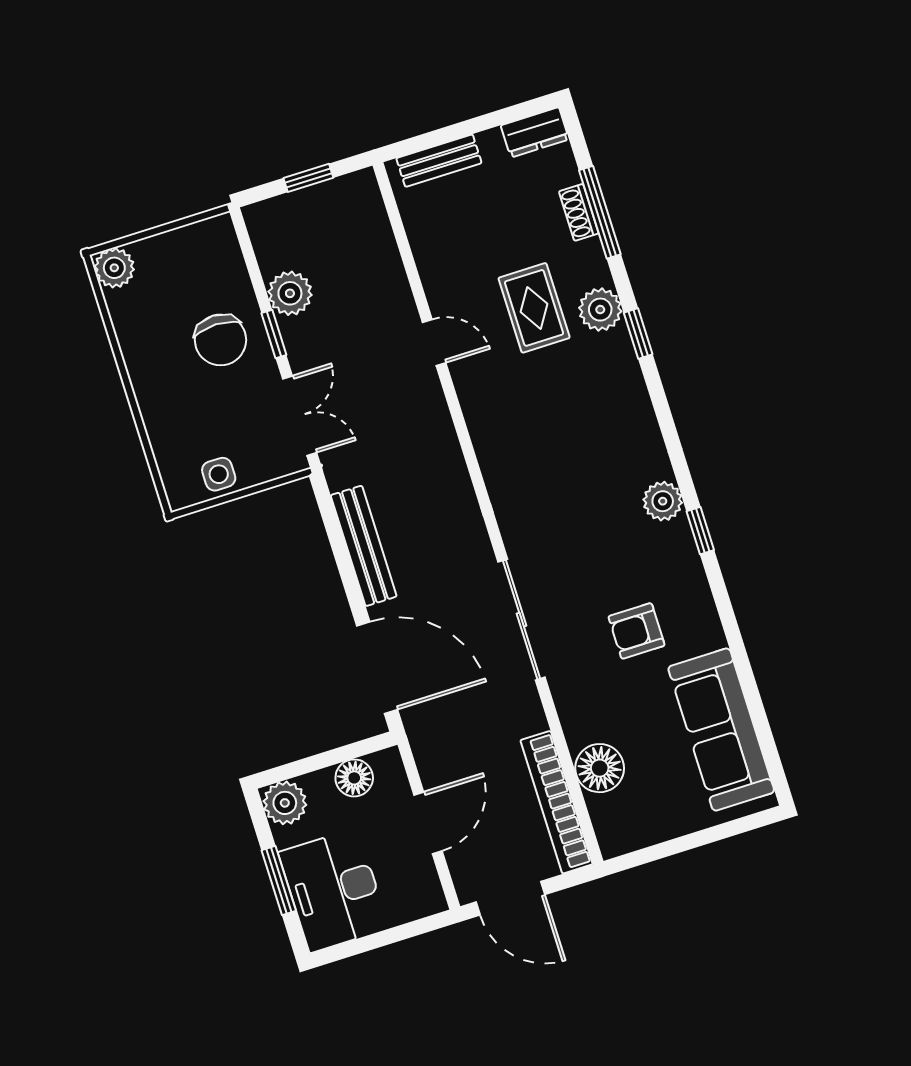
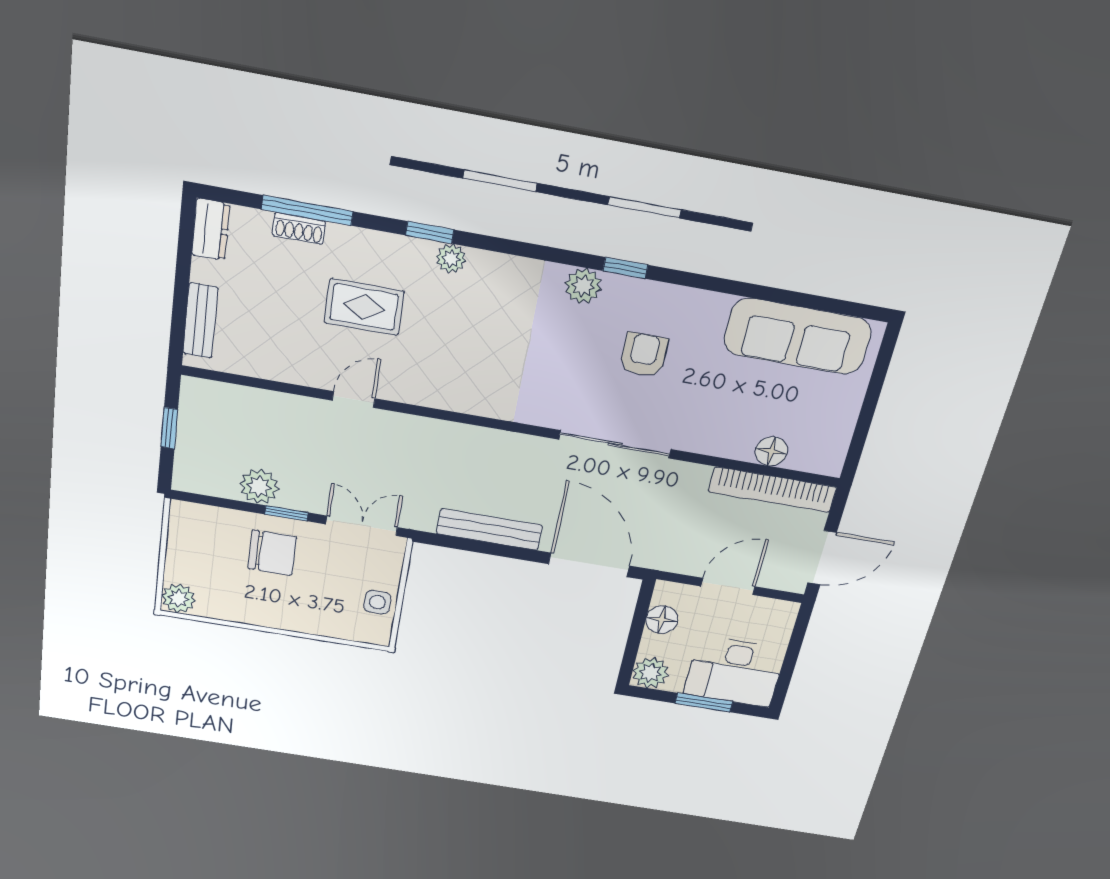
plant: (600, 310) -> (451, 258), moved, width x0.73, depth x0.73
armchair: (637, 631) -> (644, 355), moved, turned 180
door: (377, 668) -> (589, 565), hinge flipped
floor lamp: (600, 768) -> (771, 451), width x0.73, depth x0.73
door: (428, 823) -> (728, 586), hinge flipped

